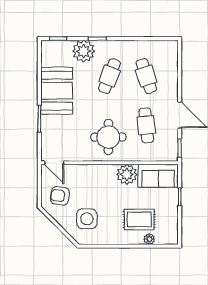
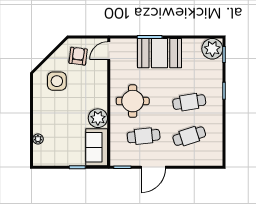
plant: (84, 51) -> (212, 49), moved
cafe table: (109, 76) -> (189, 102), turned -30
booth: (57, 91) -> (159, 53), moved
rug: (139, 219) -> (56, 130), removed

